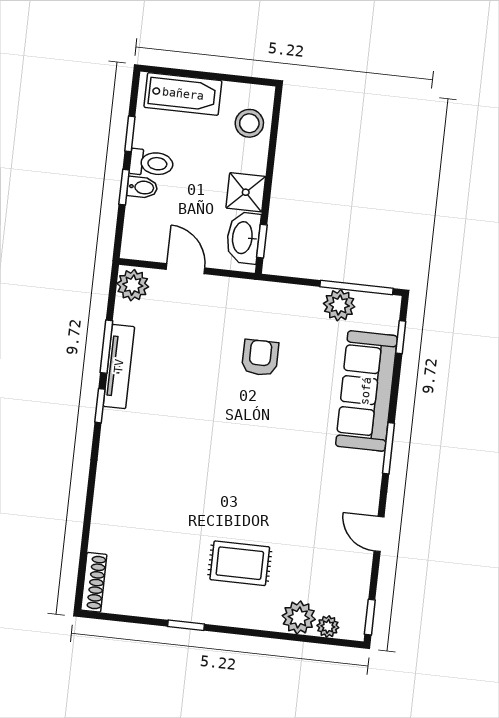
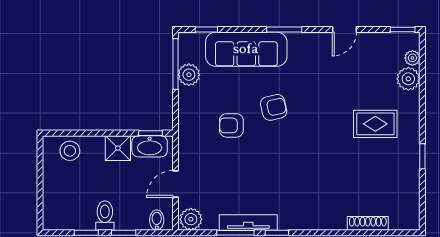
bathtub: (183, 94) -> (55, 199), removed
bidet: (142, 187) -> (157, 220), moved
armchair: (279, 421) -> (274, 107), added
rug: (240, 563) -> (375, 124), turned 90
shoe rack: (94, 582) -> (368, 223), moved

